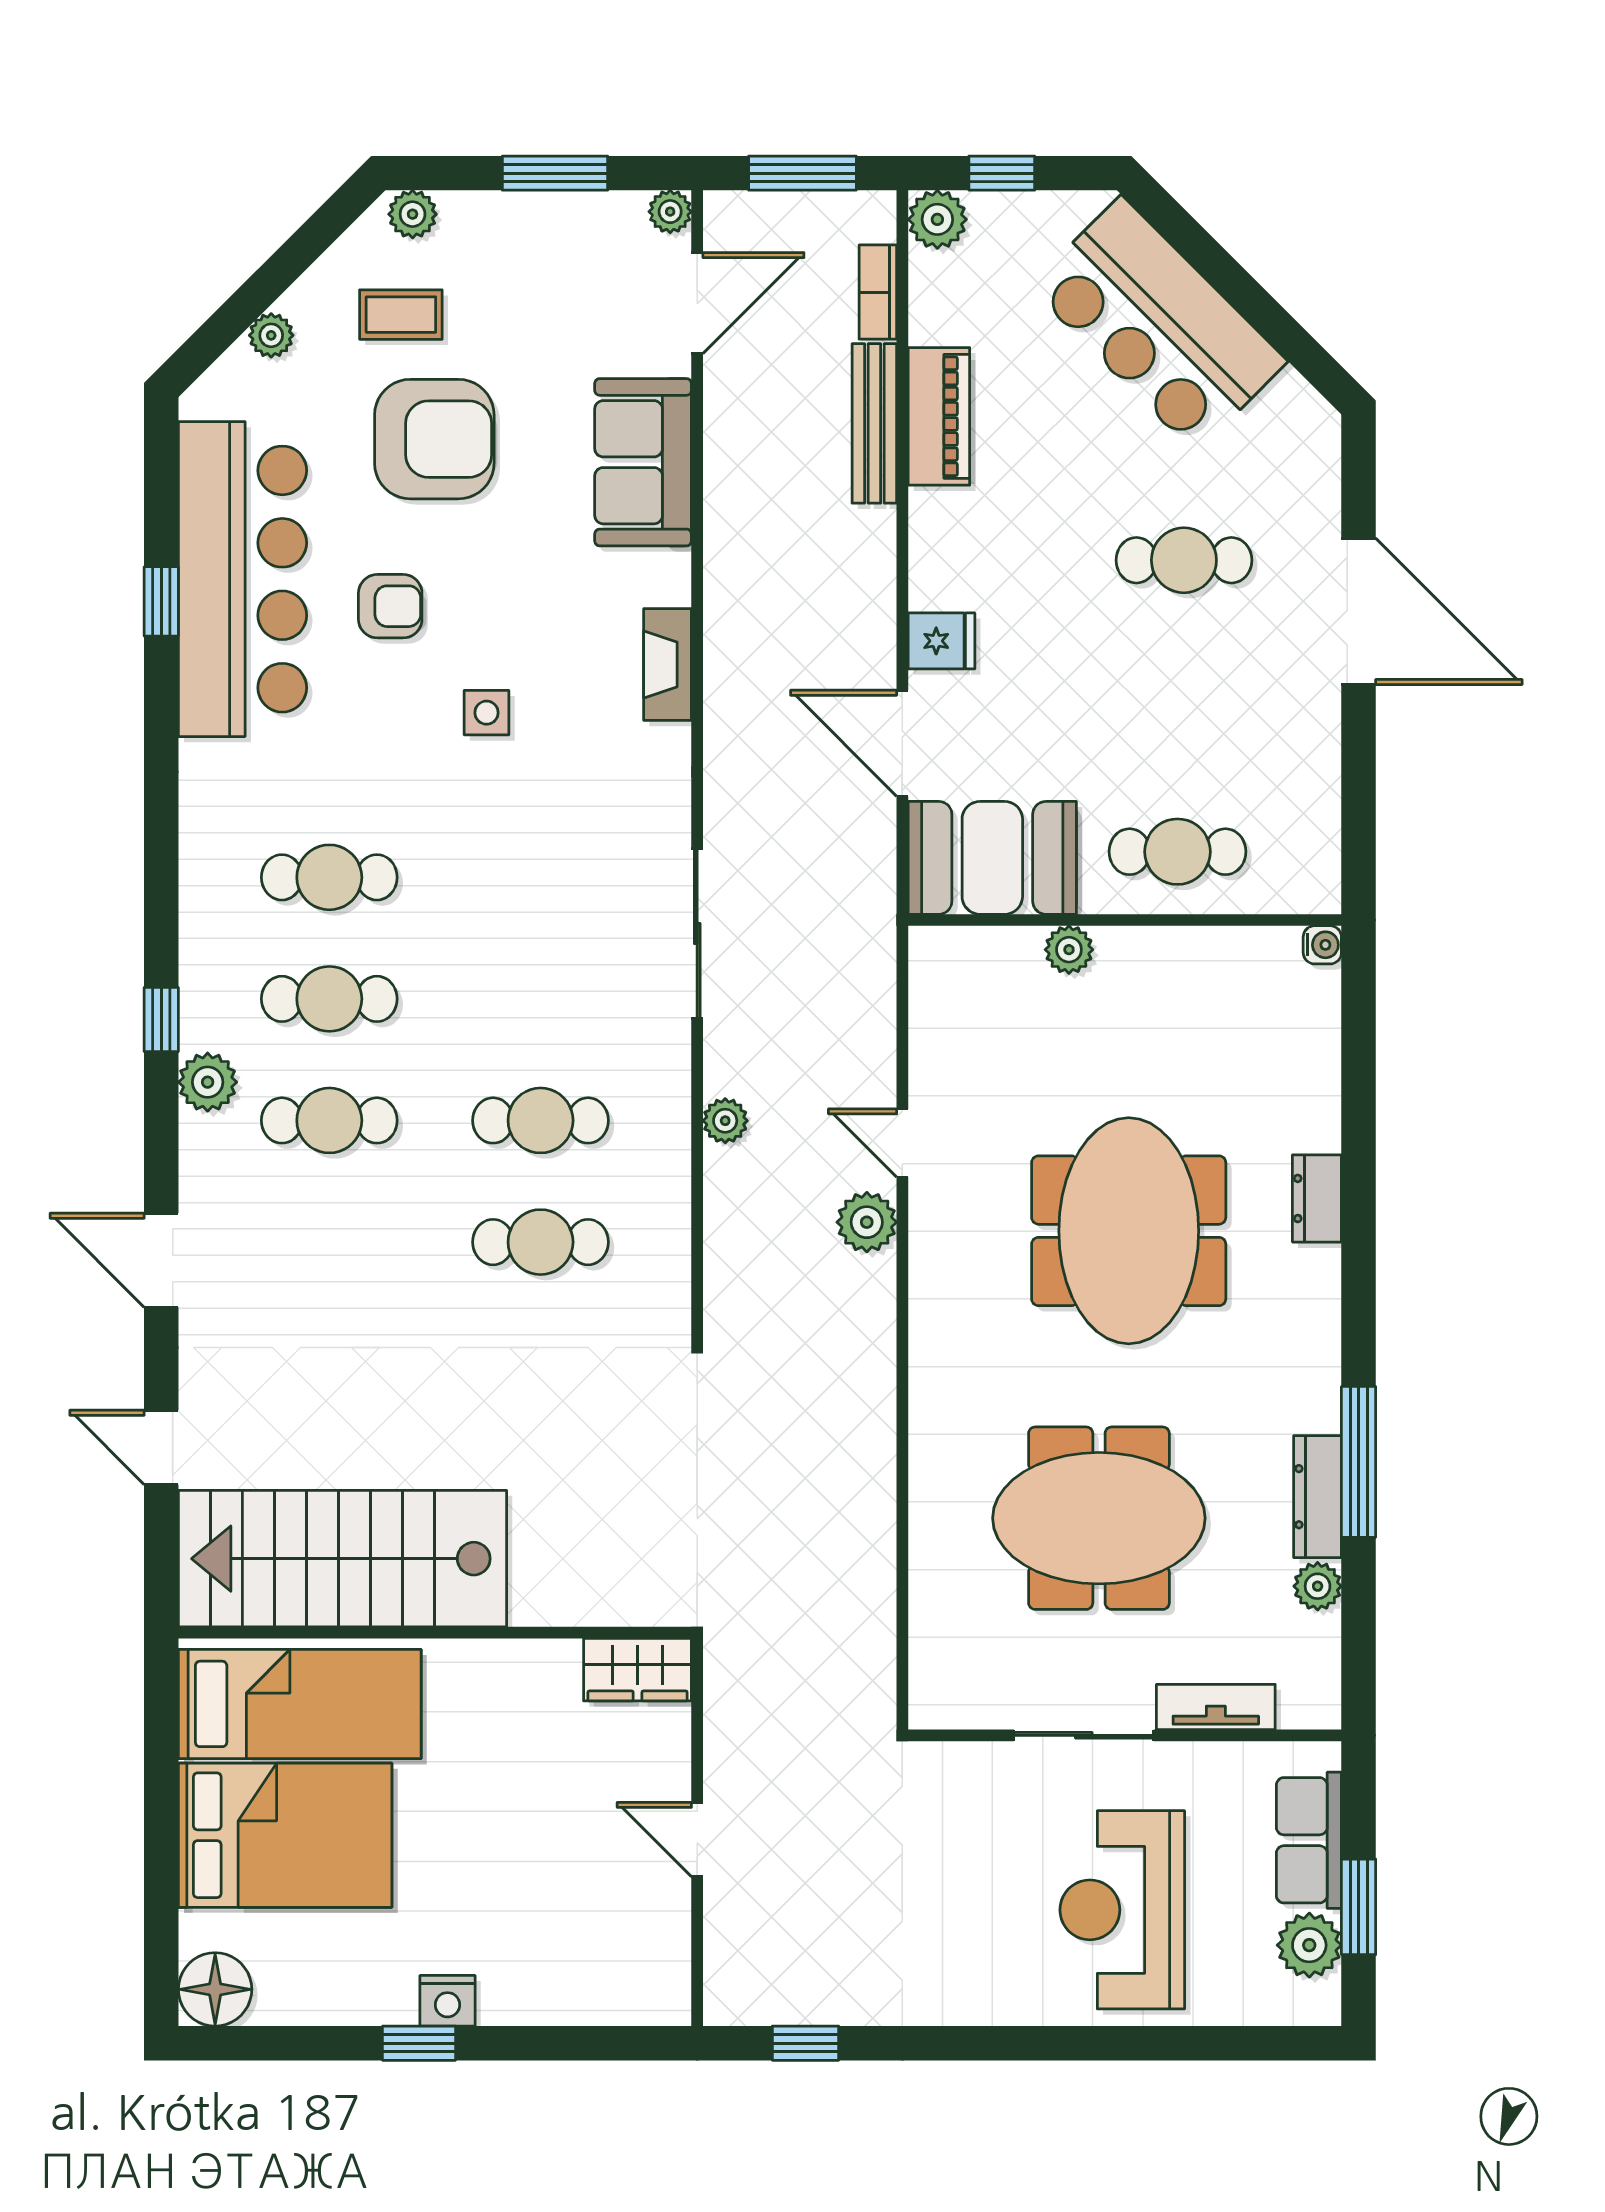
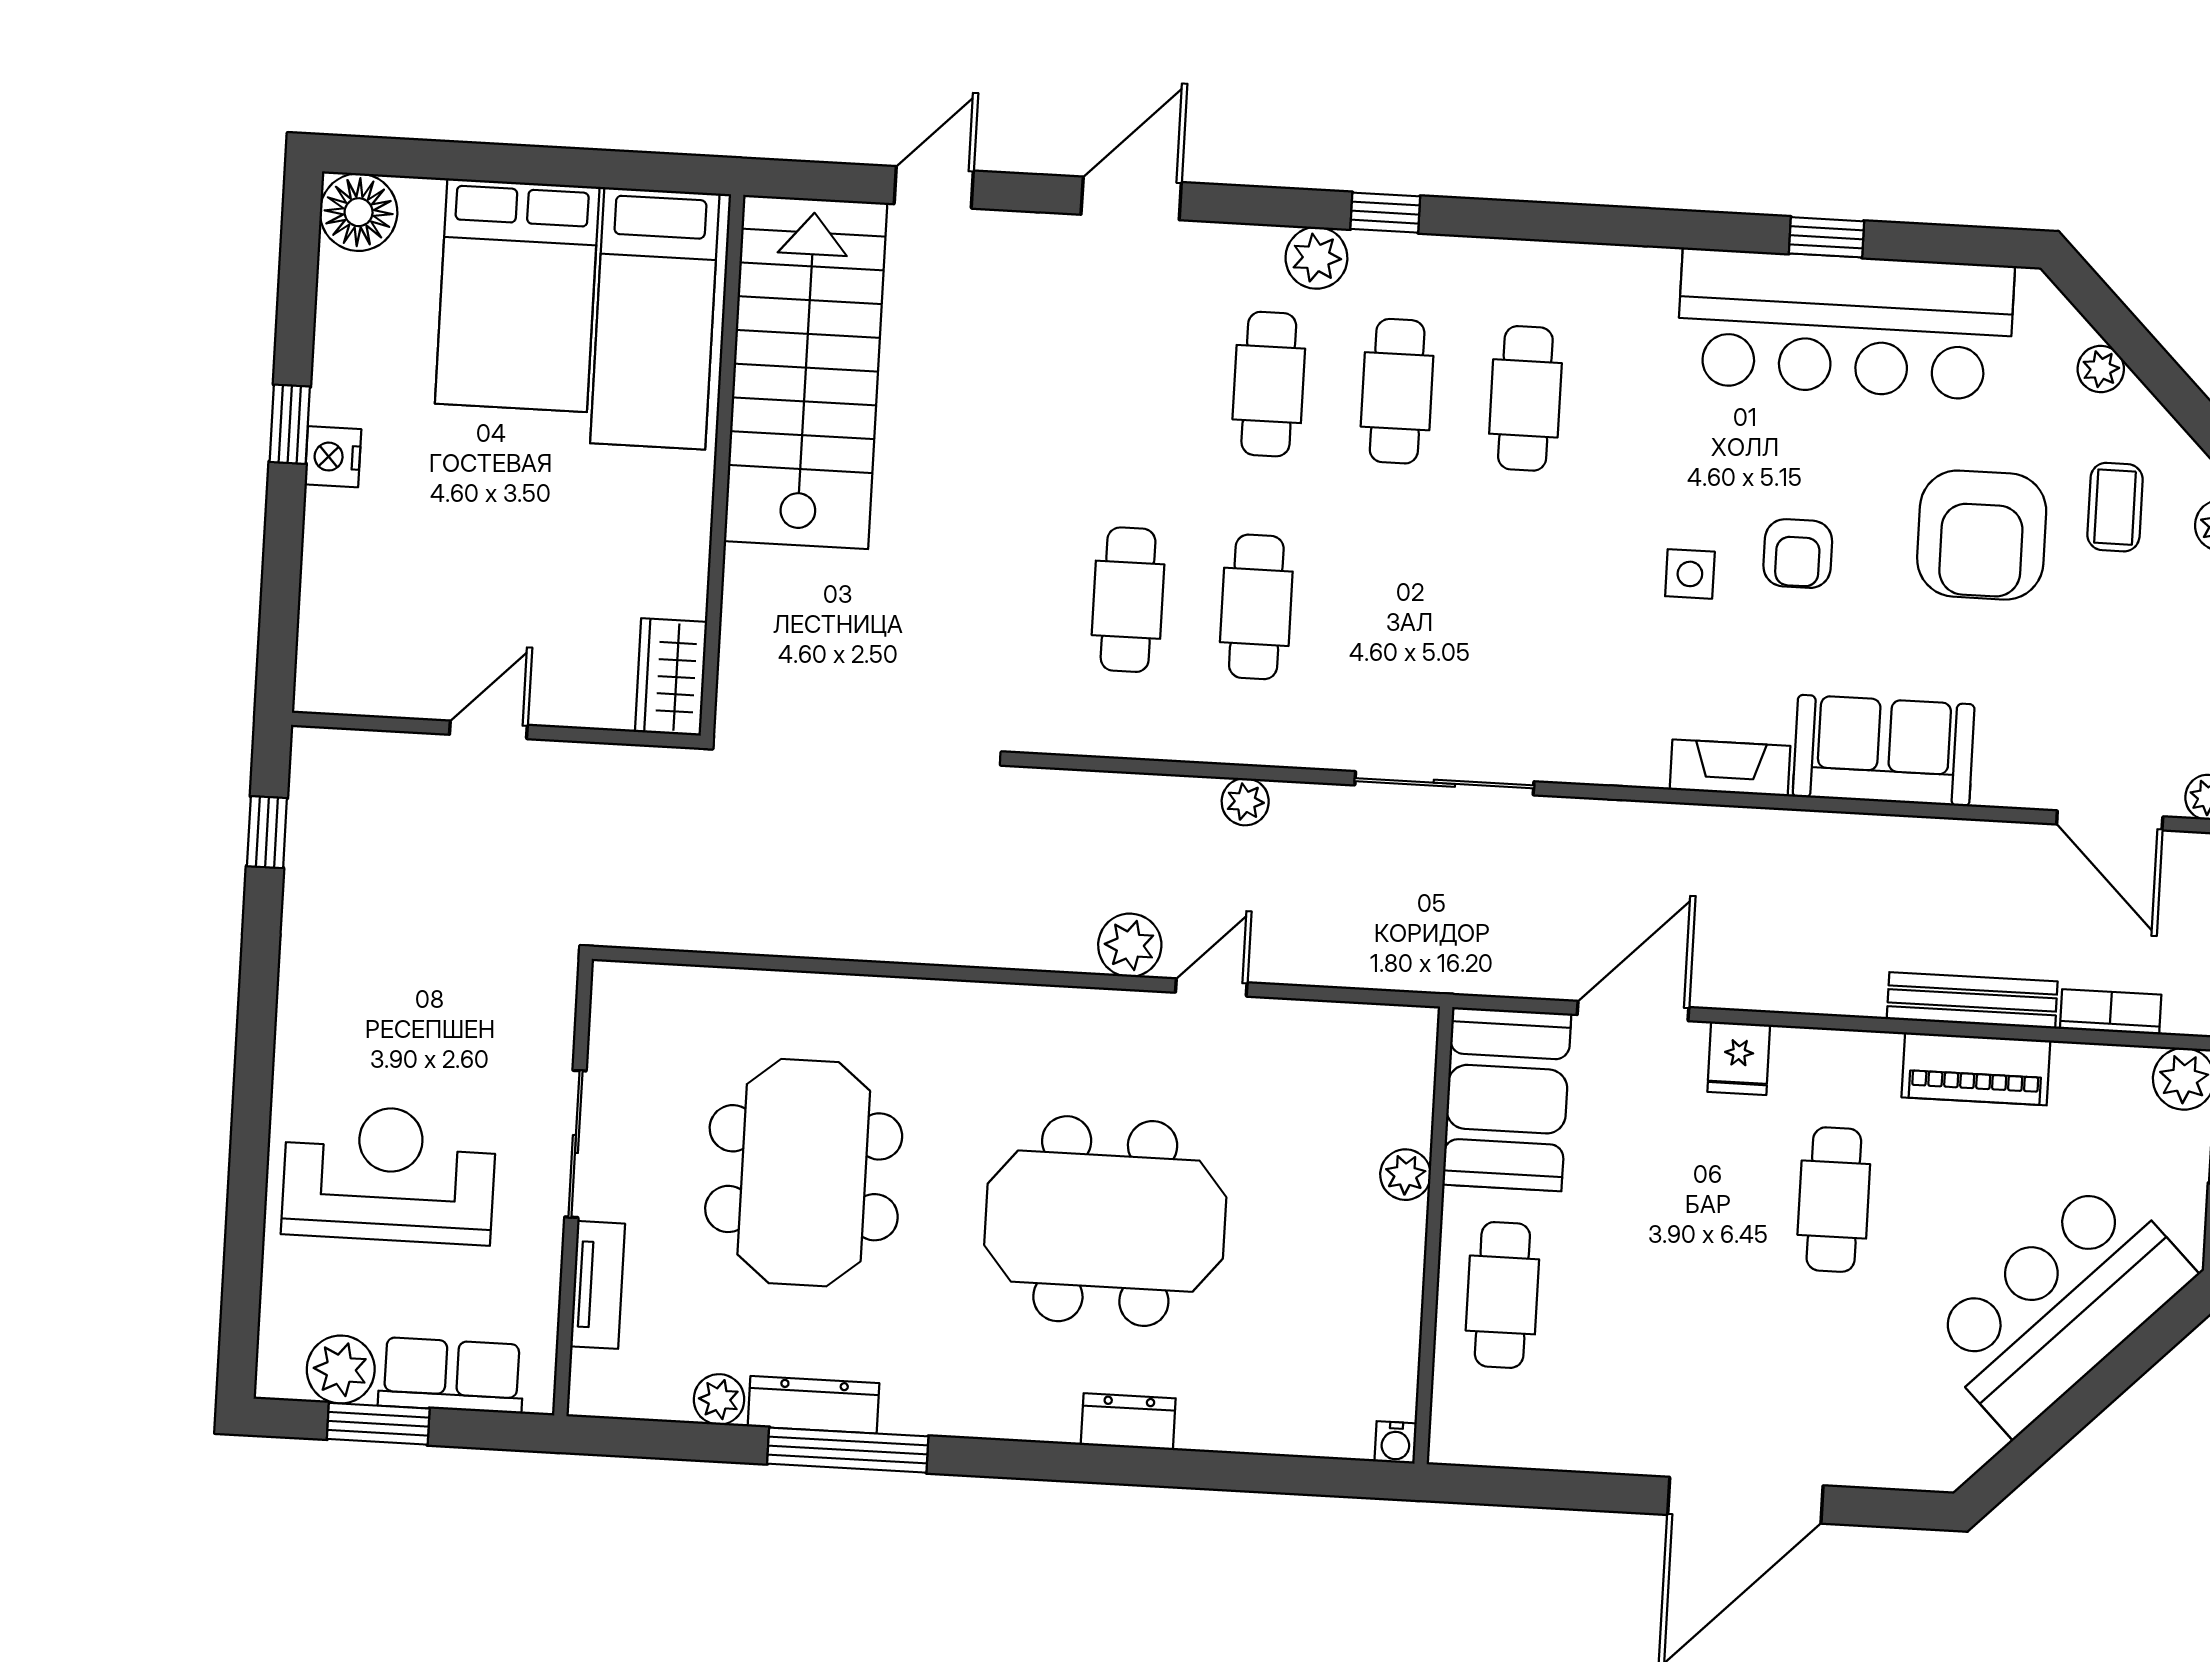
sofa: (643, 462) -> (1884, 751), moved
cafe table: (1184, 560) -> (1834, 1200), moved
armchair: (390, 606) -> (1798, 554), moved

